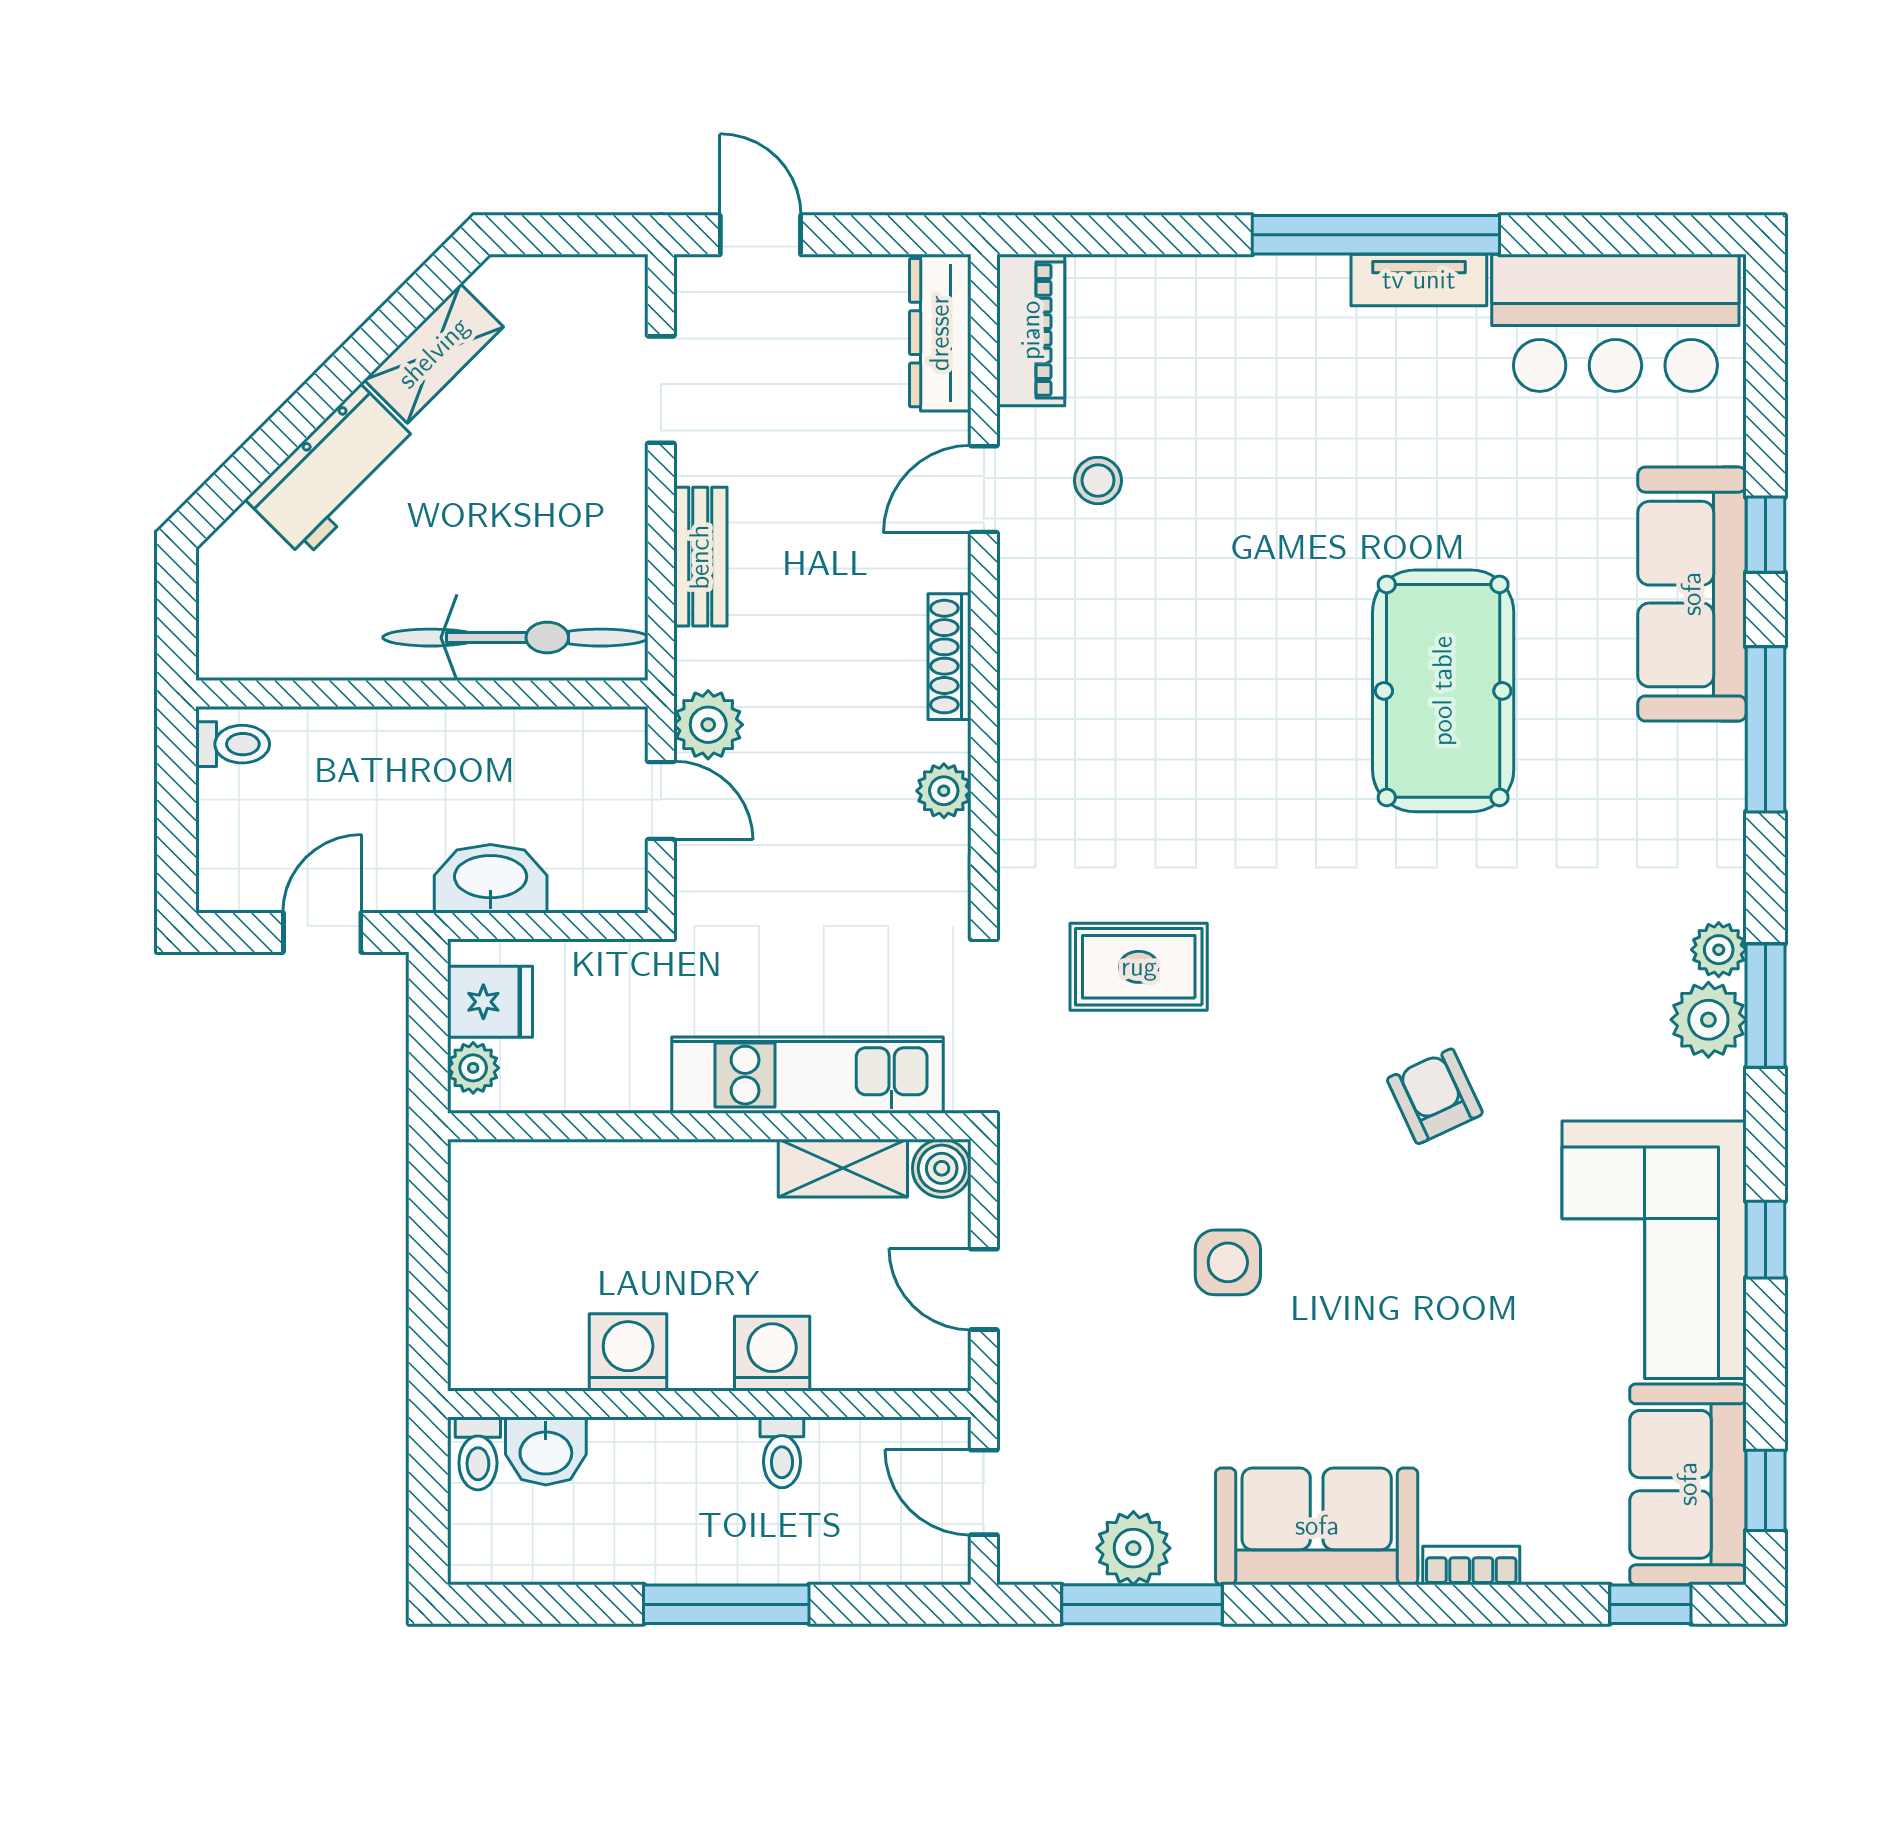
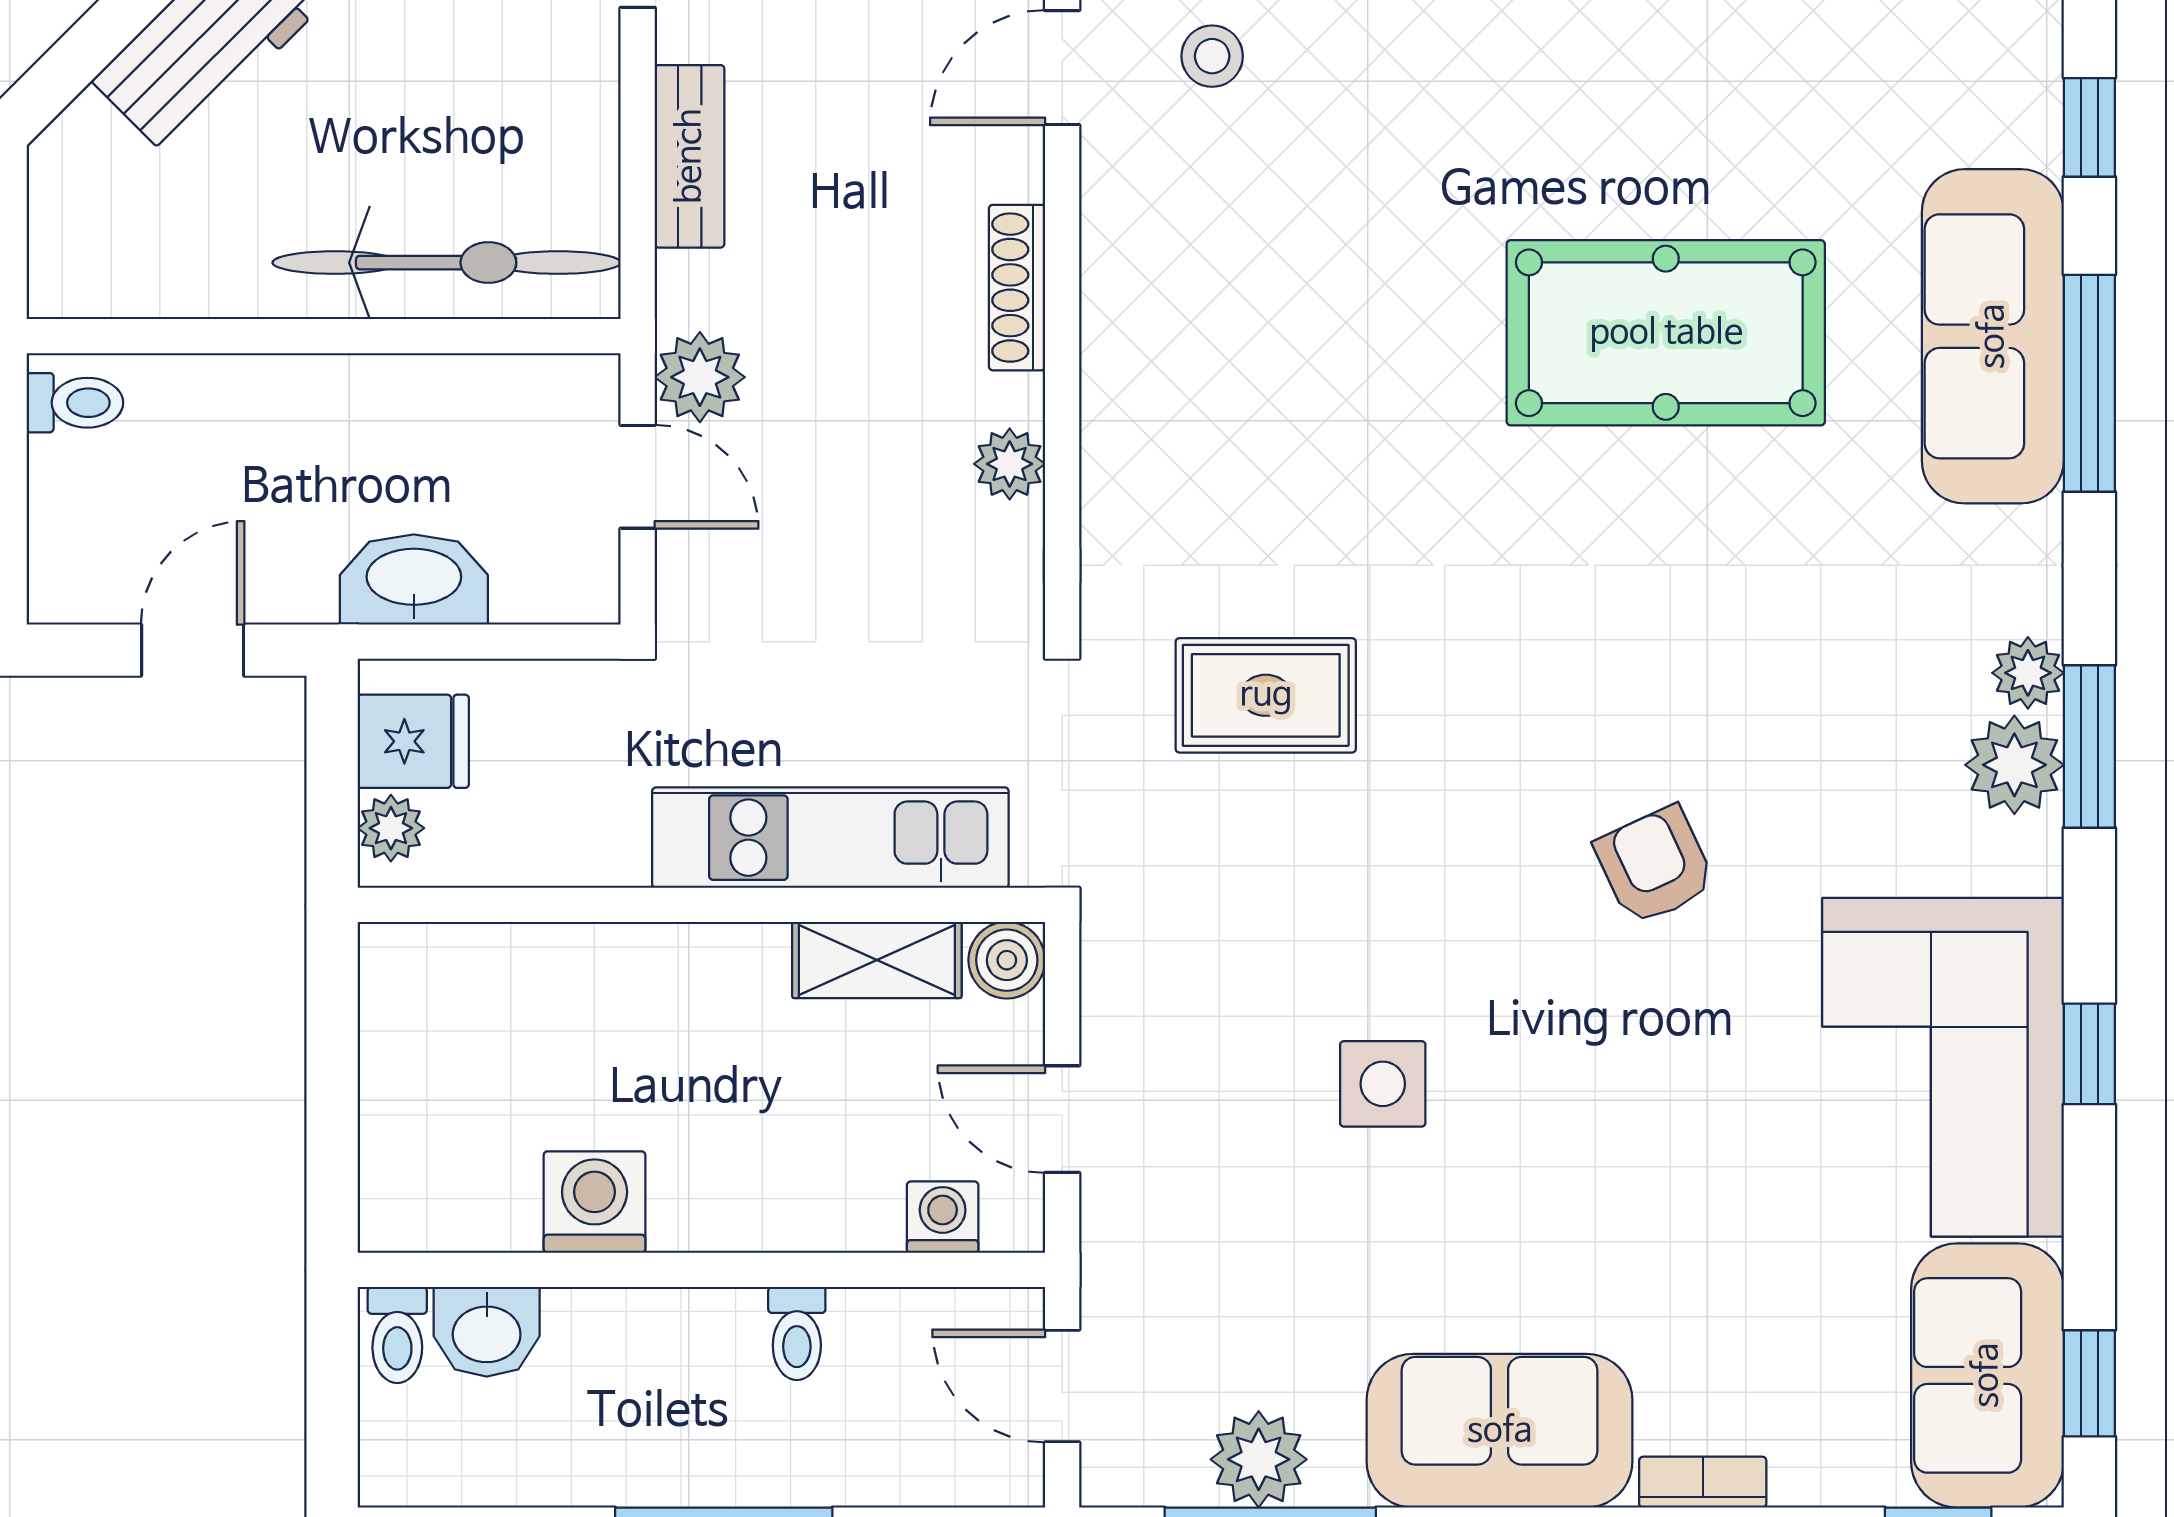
sofa: (1692, 594) -> (1993, 336), moved
pool table: (1443, 691) -> (1666, 333), turned 90
washing machine: (772, 1354) -> (943, 1217), moved, width x0.73, depth x0.73

